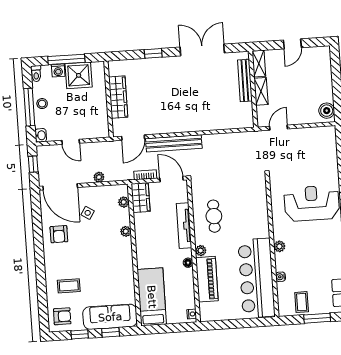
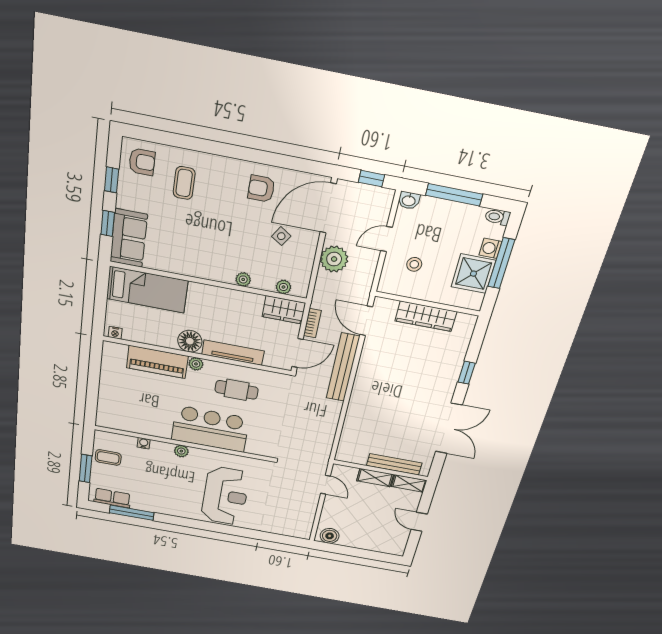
stool: (42, 104) -> (414, 264), moved
plant: (99, 177) -> (334, 259), width x1.88, depth x1.88
floor lamp: (188, 263) -> (190, 341), width x1.89, depth x1.89
bar counter: (257, 278) -> (210, 429), moved, width x0.73
armchair: (62, 316) -> (142, 162), turned -90
sofa: (110, 317) -> (129, 238), width x0.73

